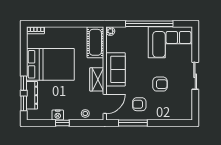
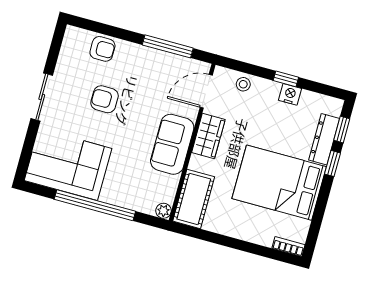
armchair: (139, 104) -> (102, 49), moved

